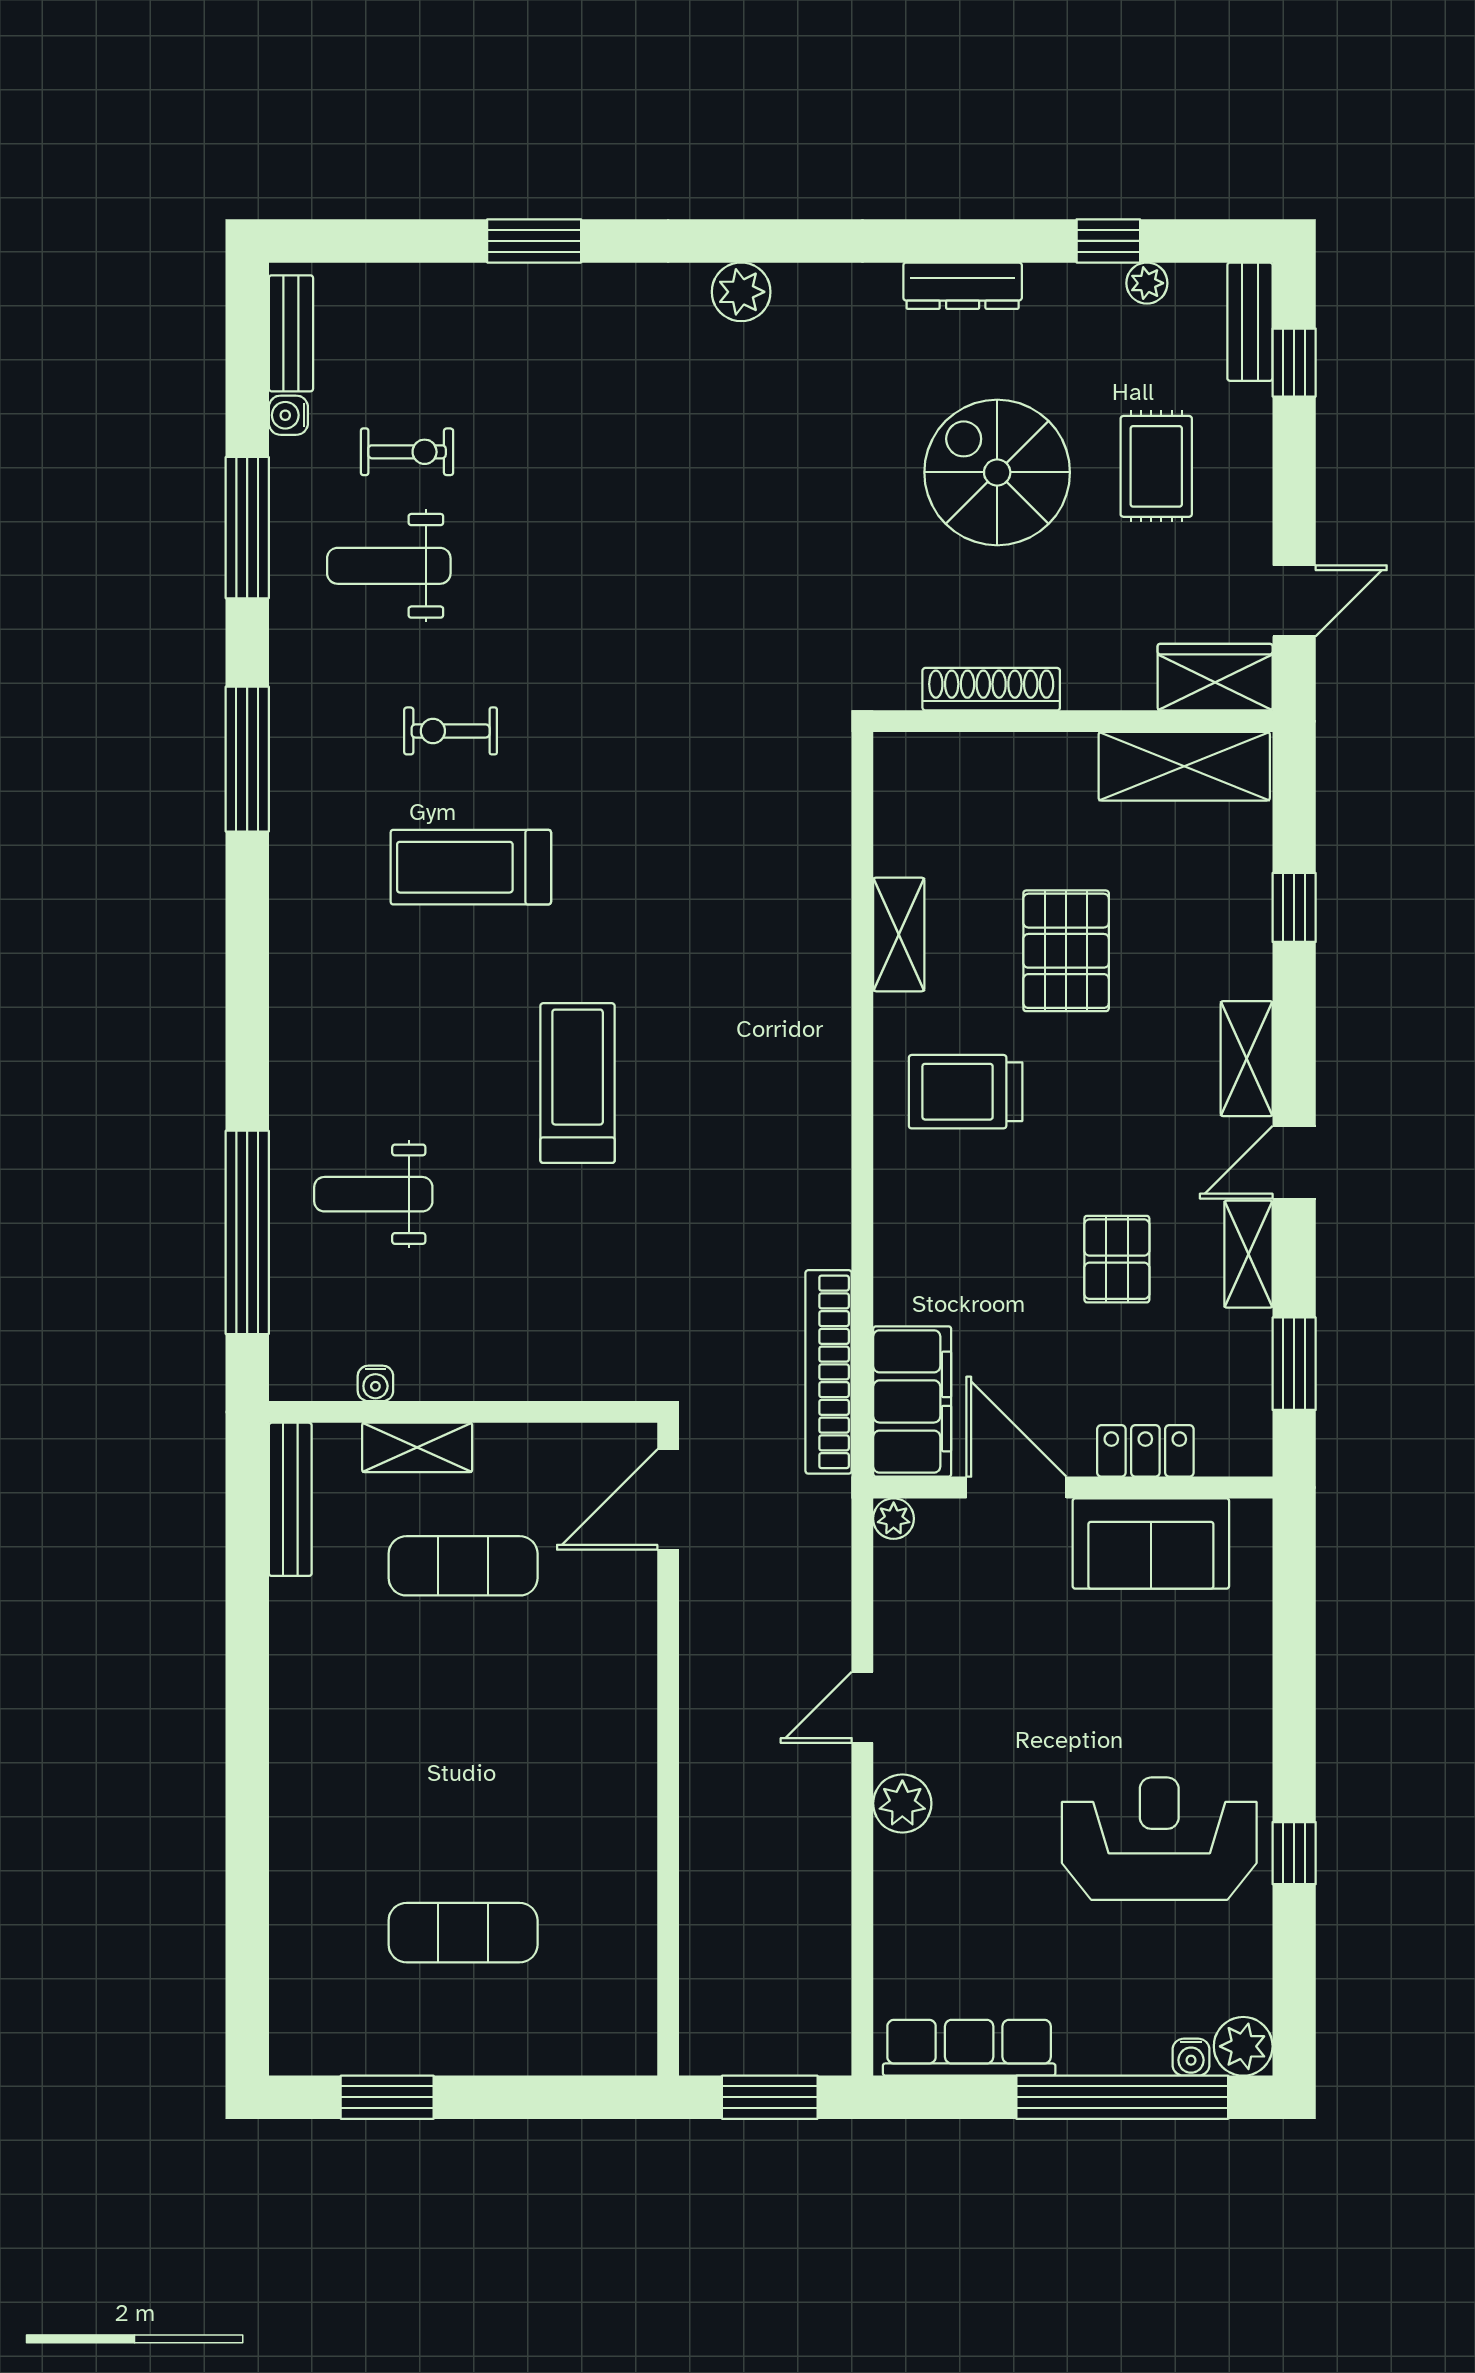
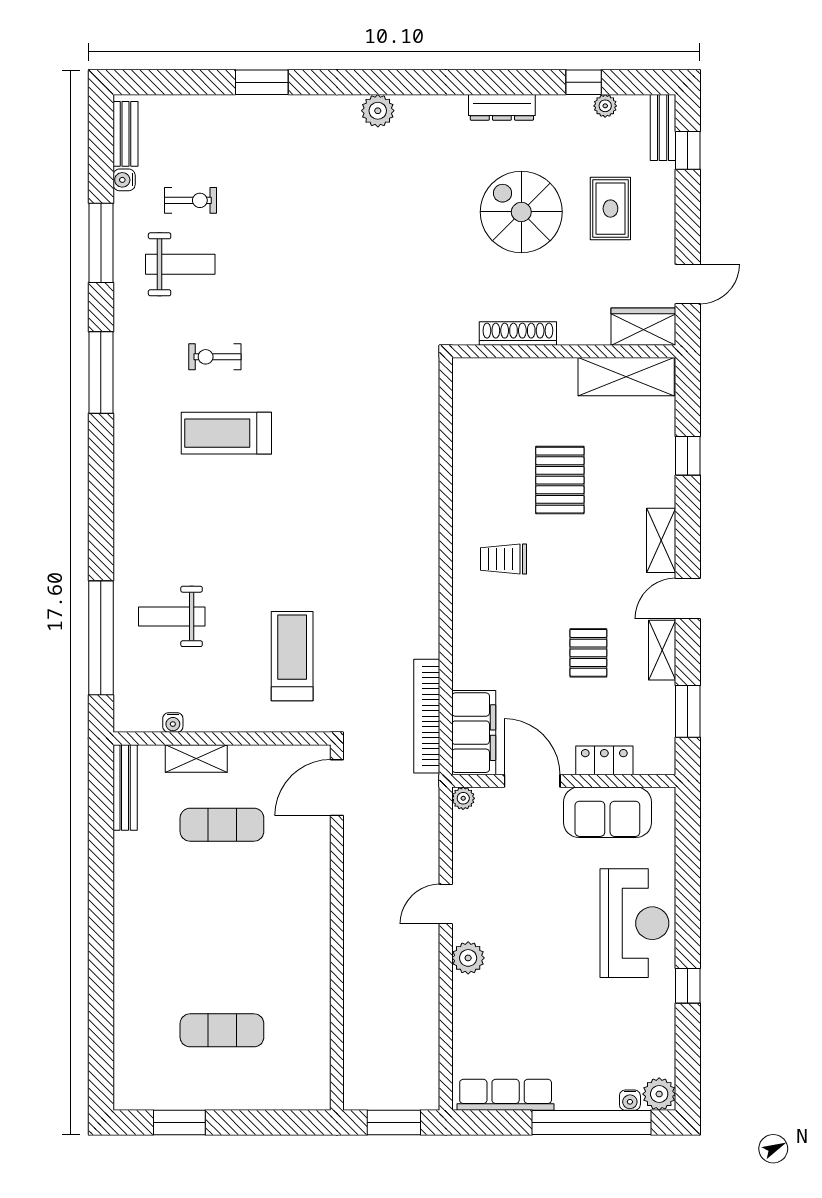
weight bench: (389, 566) -> (180, 264), turned 180
shelving: (899, 934) -> (466, 471), removed
treadmill: (578, 1083) -> (292, 656), moved
trolley: (966, 1092) -> (504, 559), width x0.73, depth x0.72
reception desk: (1159, 1839) -> (634, 923), moved, turned 90

